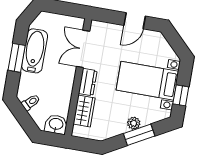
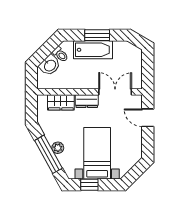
door: (135, 21) -> (148, 118), moved
bathtub: (35, 51) -> (93, 50), moved
washbasin: (56, 124) -> (50, 65), moved, turned 45
window: (139, 135) -> (48, 154), width x1.44

